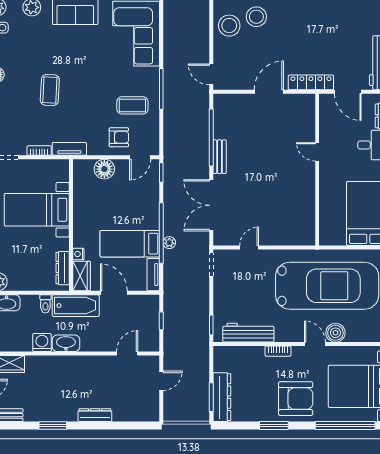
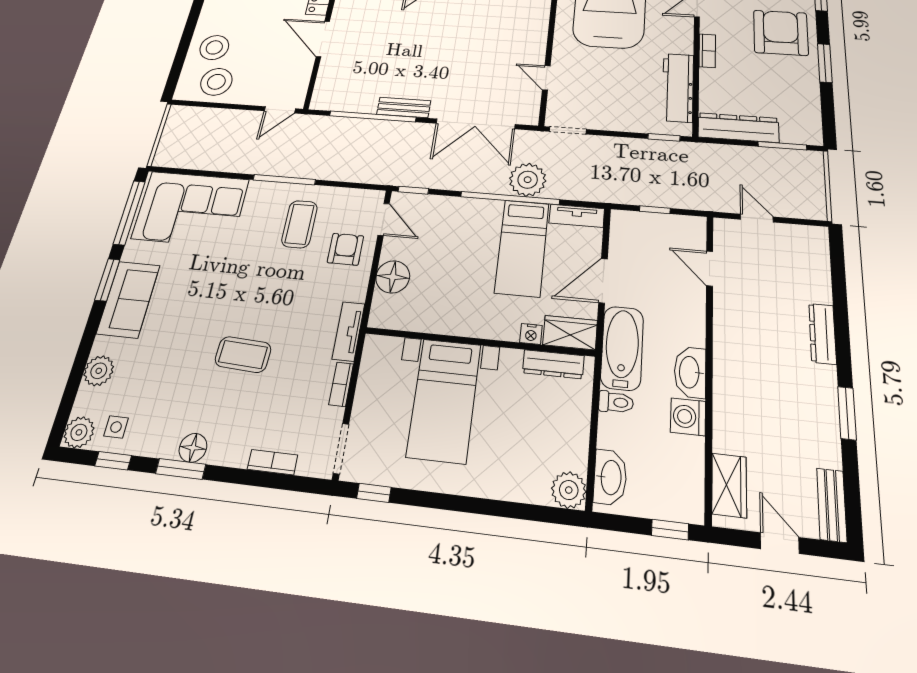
plant: (169, 243) -> (528, 180), width x1.87, depth x1.87
dresser: (222, 397) -> (738, 128), moved

